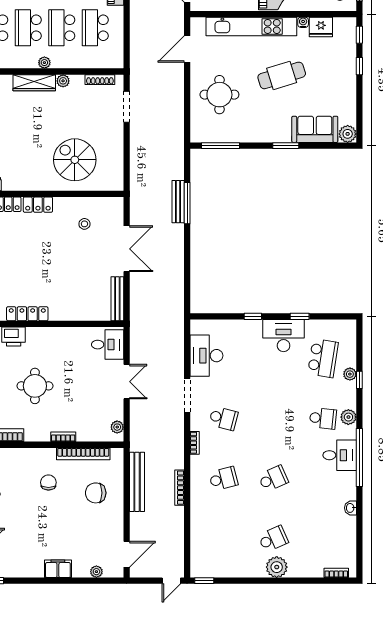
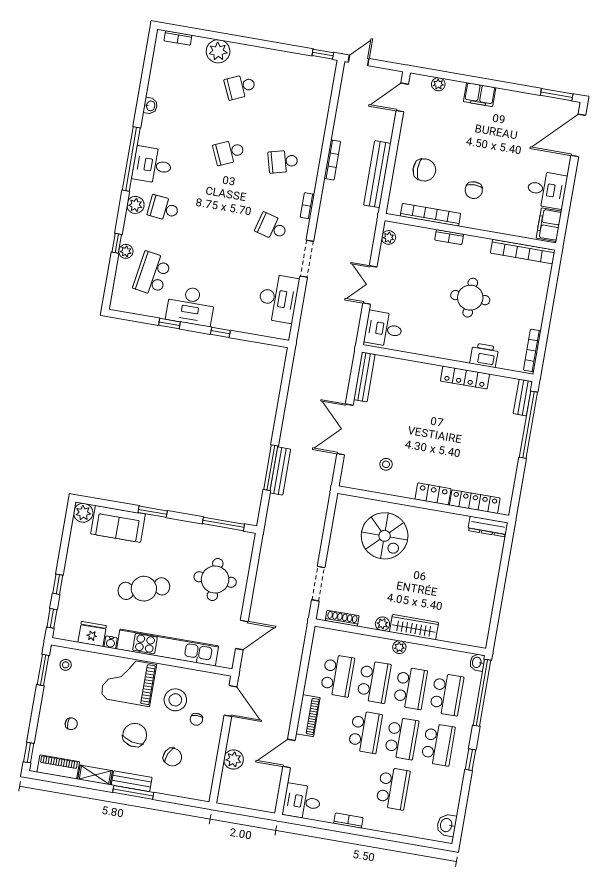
plant: (277, 567) -> (218, 51), moved

